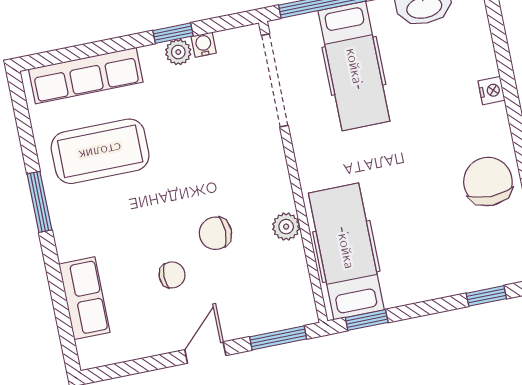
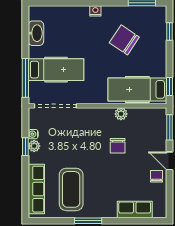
nightstand: (492, 91) -> (95, 11), moved
chair: (488, 182) -> (124, 40), moved, turned 34
chair: (172, 275) -> (156, 176), moved

